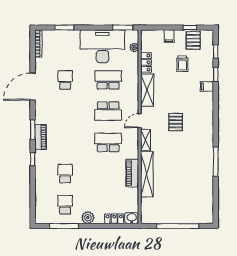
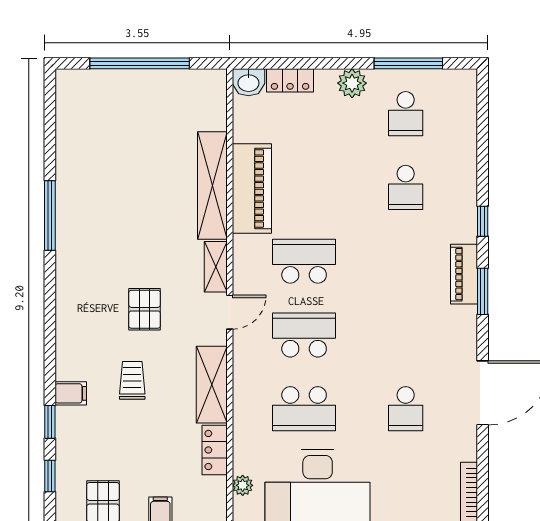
trolley: (182, 64) -> (132, 380), moved
school desk: (108, 142) -> (304, 261), turned 180
piano: (132, 173) -> (252, 189), width x1.37, depth x1.33

